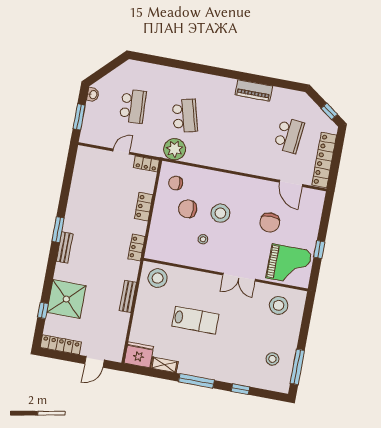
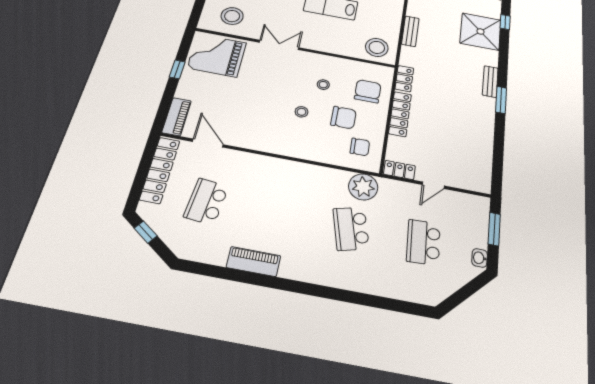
piano: (316, 206) -> (177, 117), added
locker: (144, 207) -> (400, 114), width x1.53
stool: (220, 213) -> (302, 112), width x0.53, depth x0.53
chair: (270, 222) -> (368, 91), moved

